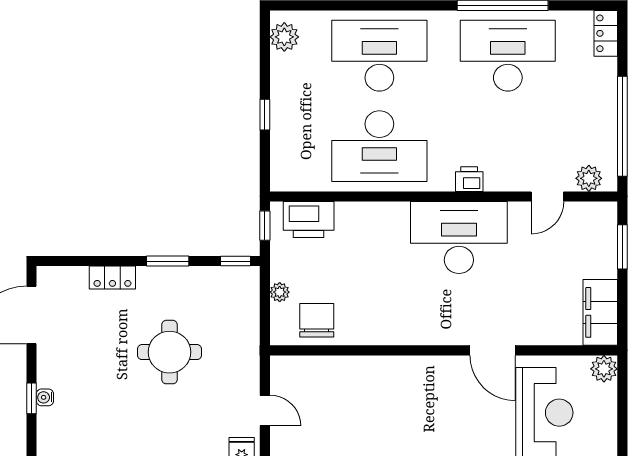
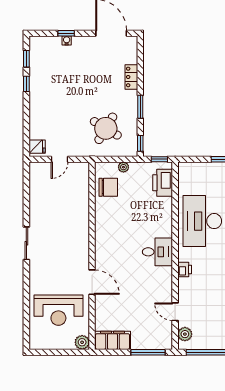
desk: (459, 238) -> (157, 252), width x0.53, depth x0.77
window: (622, 247) -> (148, 352), width x1.44
door: (493, 350) -> (92, 282), swing flipped
round table: (169, 352) -> (106, 128), moved, turned 31

